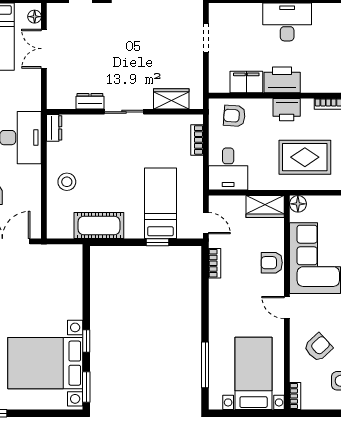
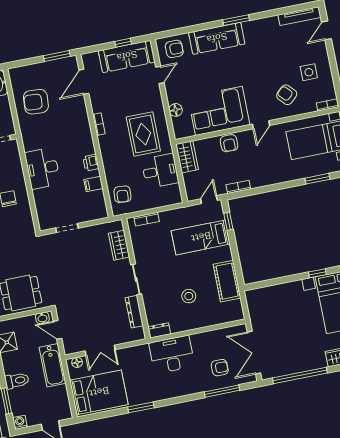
printer: (282, 80) -> (91, 163), width x0.53, depth x0.68
filing cabinet: (246, 82) -> (93, 184), width x0.50
dresser: (90, 101) -> (134, 312), width x1.44
printer: (287, 110) -> (110, 155), removed
desk: (228, 169) -> (160, 171), moved
stool: (67, 182) -> (189, 296), moved
floor lamp: (298, 204) -> (176, 110), moved
window: (158, 242) -> (228, 221), moved
window: (205, 365) -> (317, 179), width x0.69

